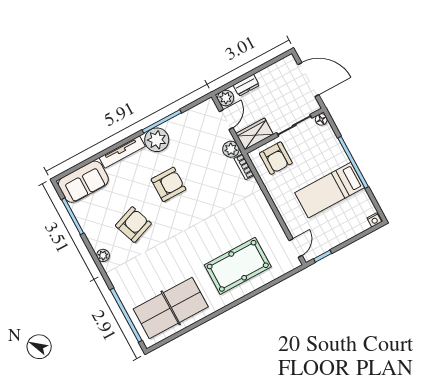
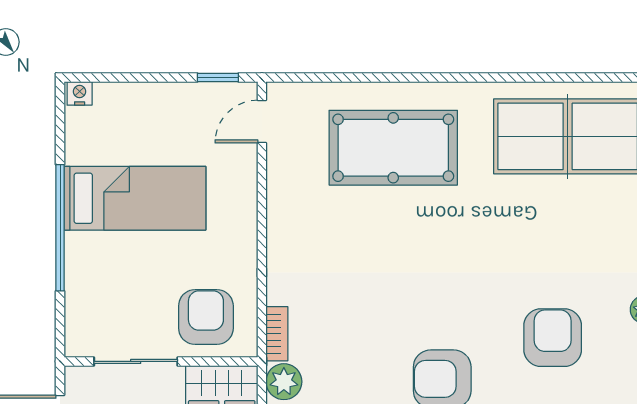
floor lamp: (321, 119) -> (77, 344), removed
armchair: (133, 225) -> (553, 338), turned 110

